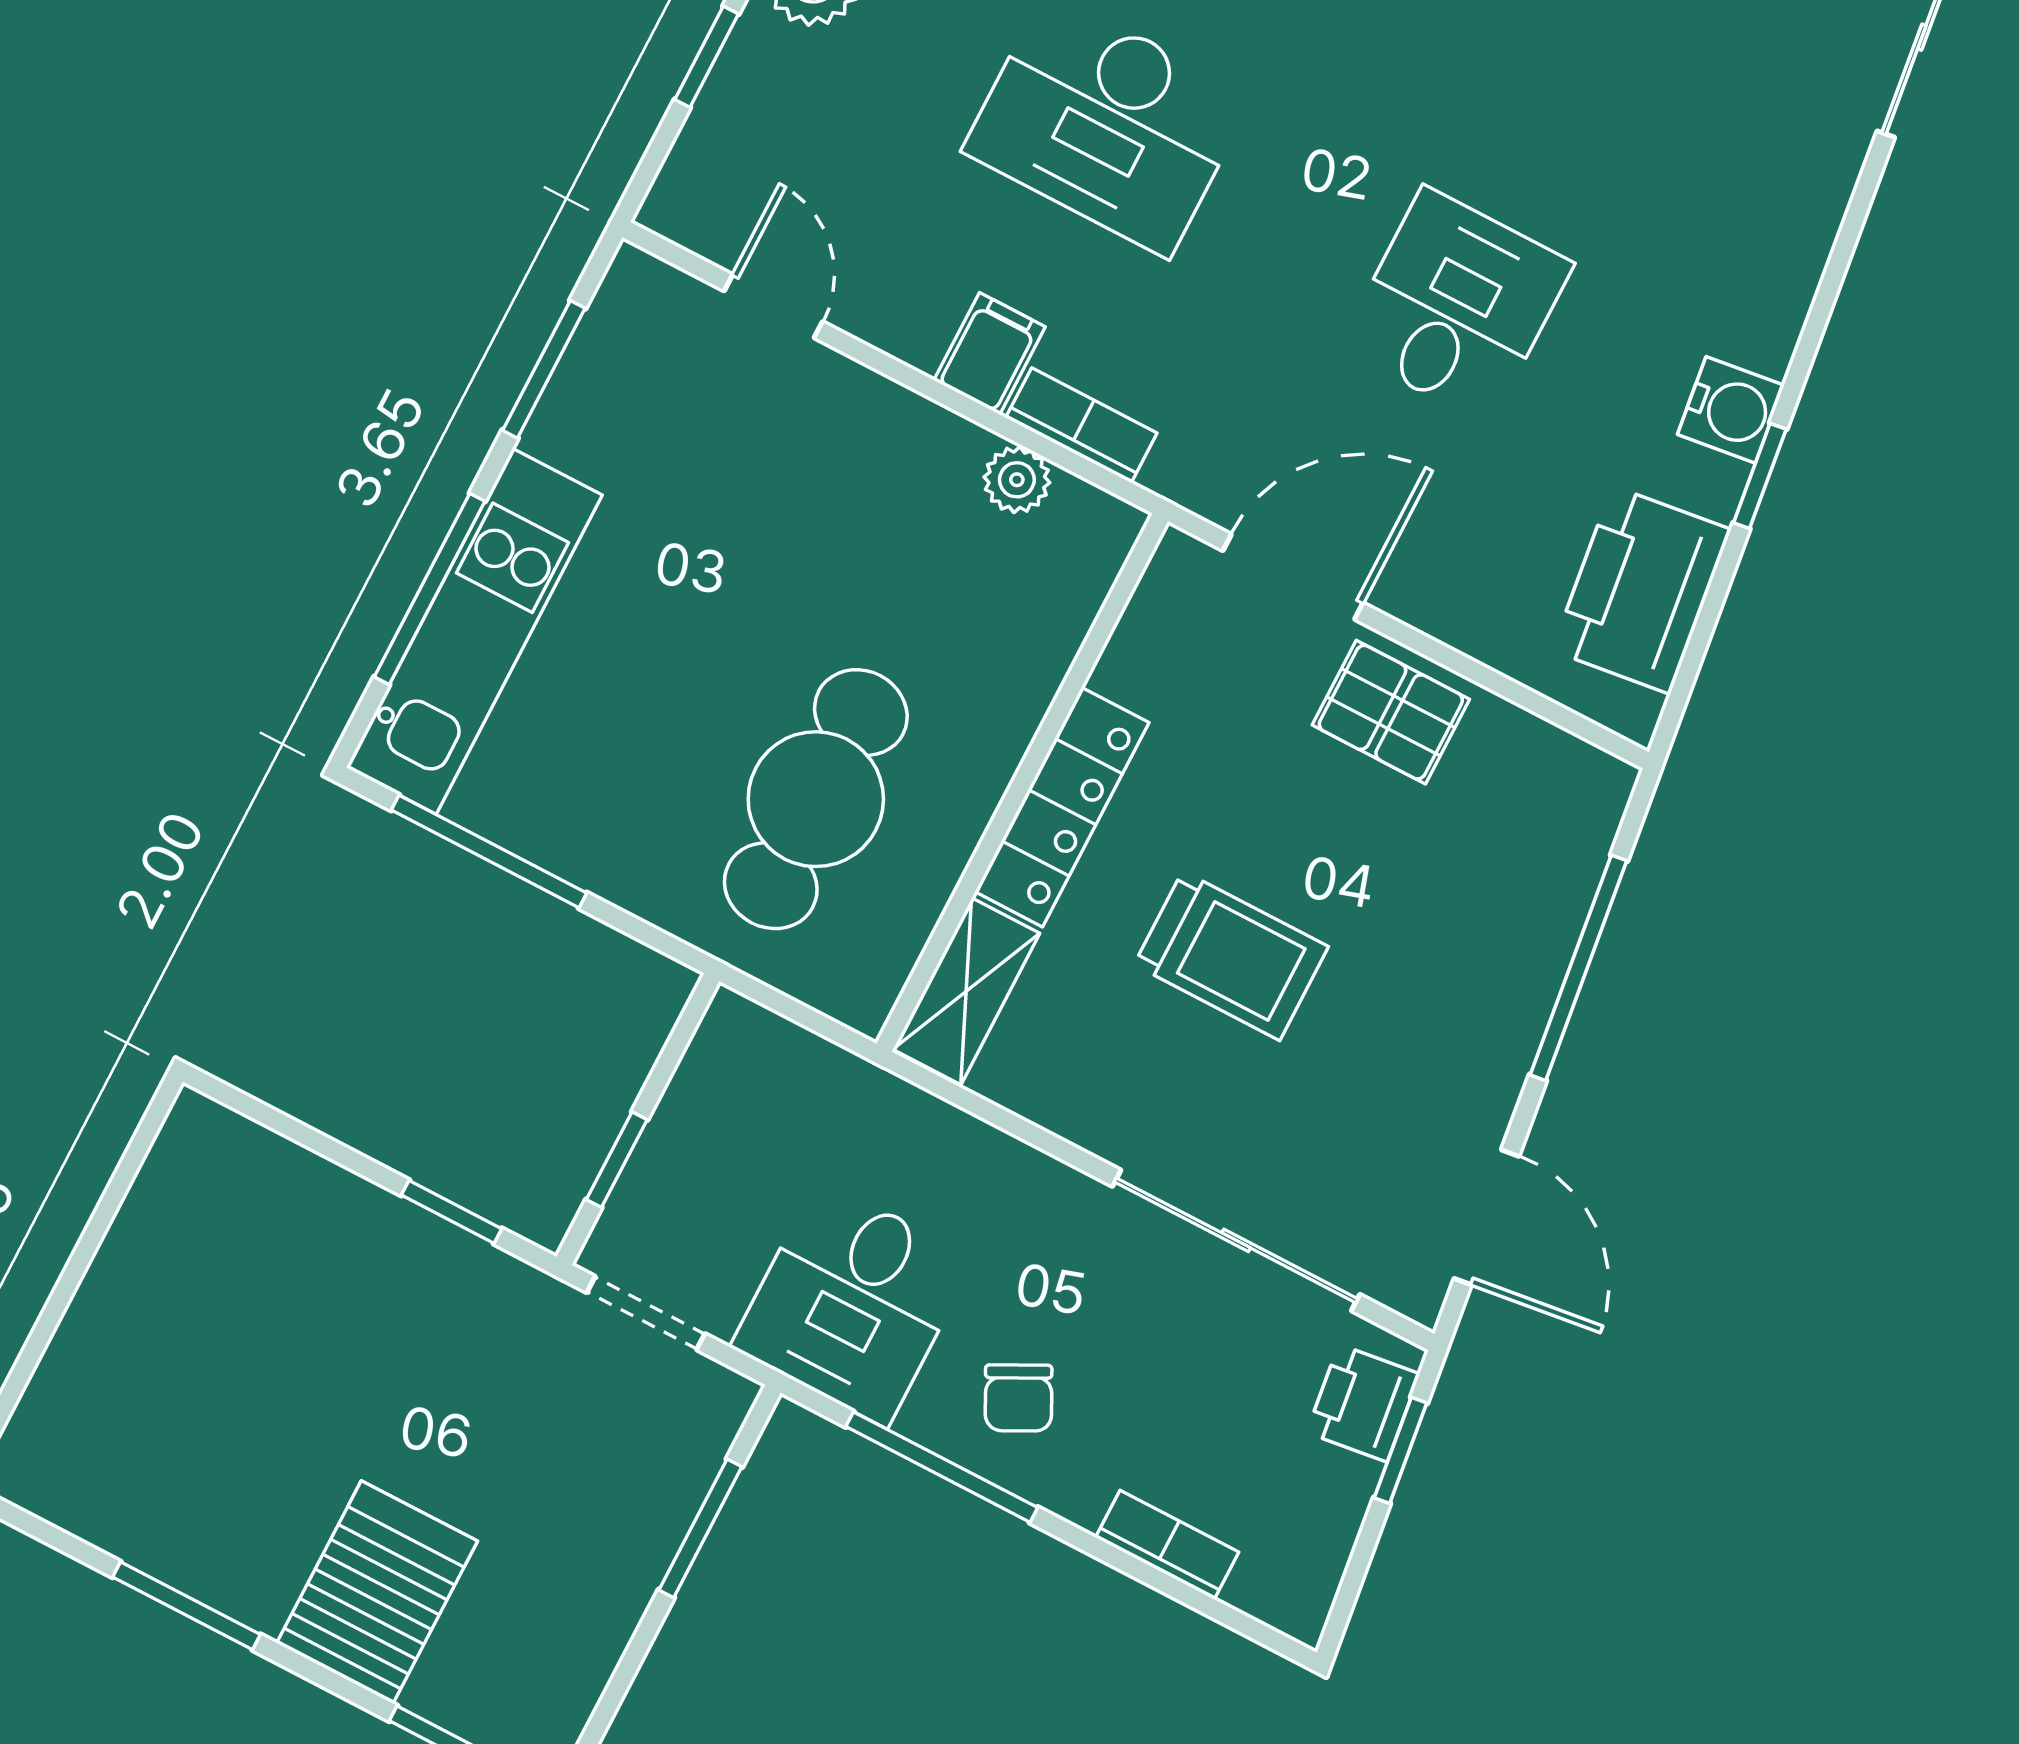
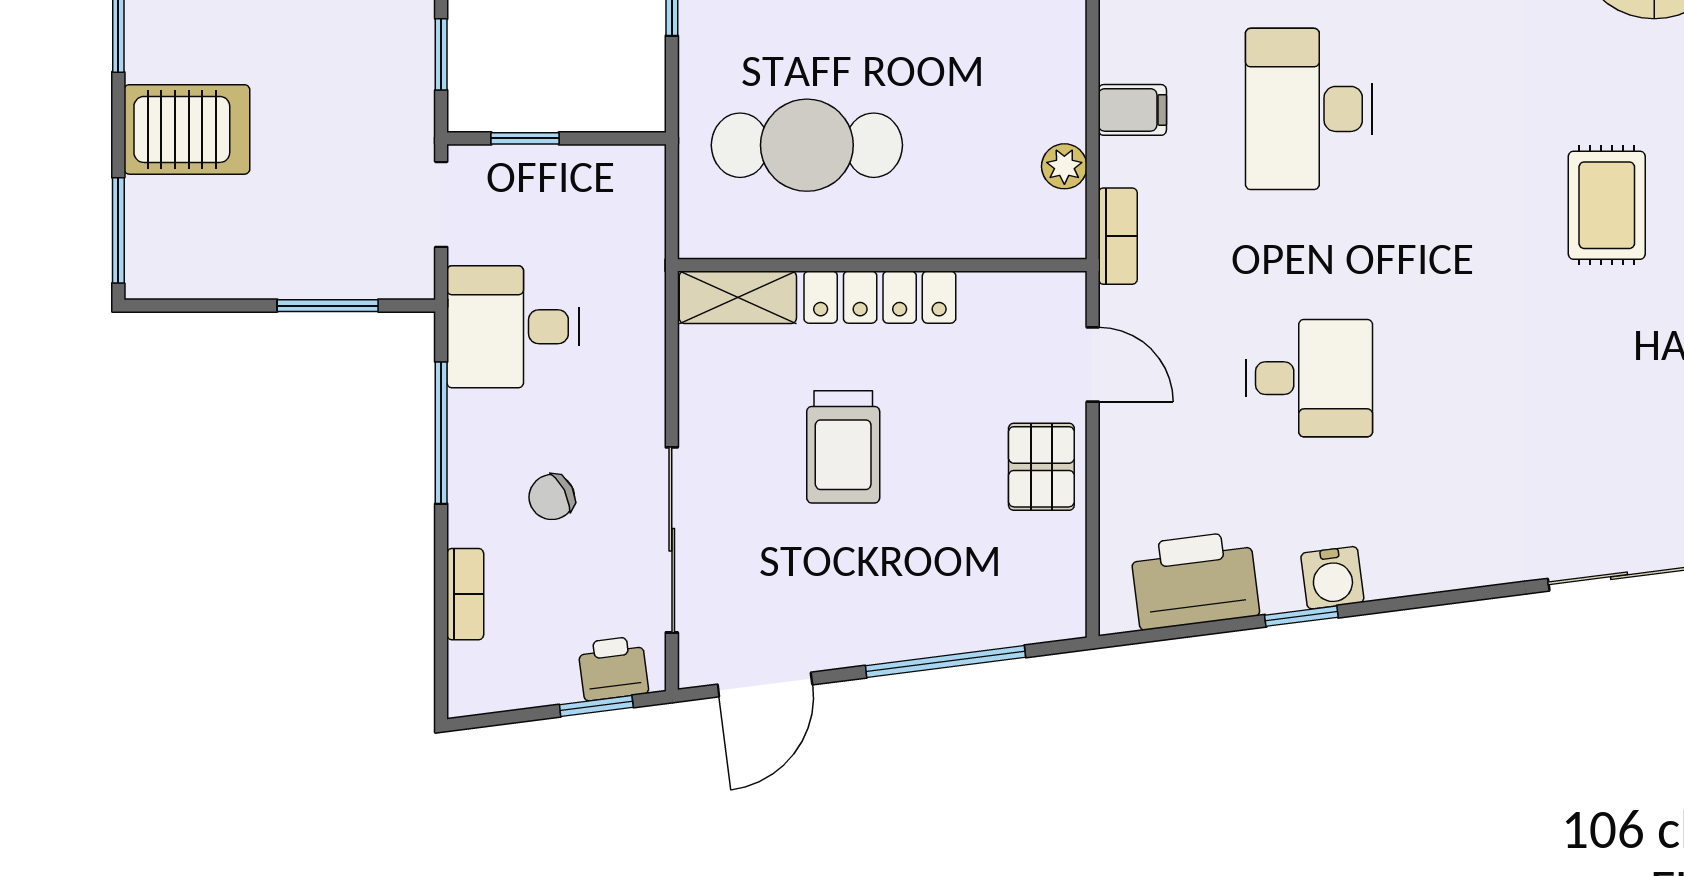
bookcase: (1081, 425) -> (1118, 236), moved
door: (1293, 577) -> (1093, 365), width x0.73
chair: (1019, 1398) -> (552, 497), moved

